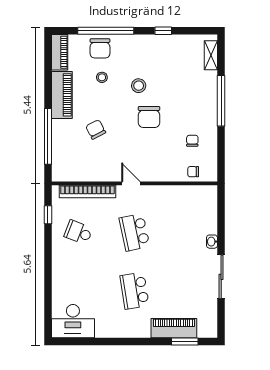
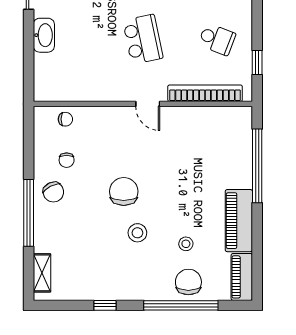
chair: (96, 129) -> (53, 192), moved
washbasin: (212, 242) -> (44, 35), width x1.91, depth x1.45

